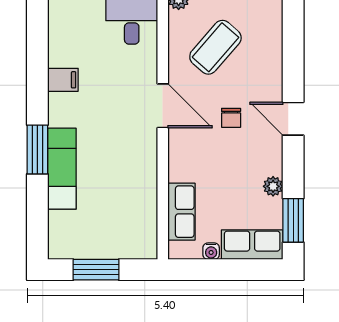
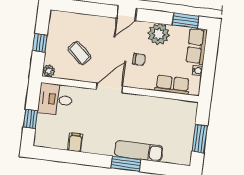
coffee table: (215, 47) -> (79, 53), width x0.73, depth x0.77
filing cabinet: (63, 80) -> (75, 142), moved
chair: (231, 118) -> (139, 59), moved
plant: (273, 186) -> (159, 34), width x1.87, depth x1.87

